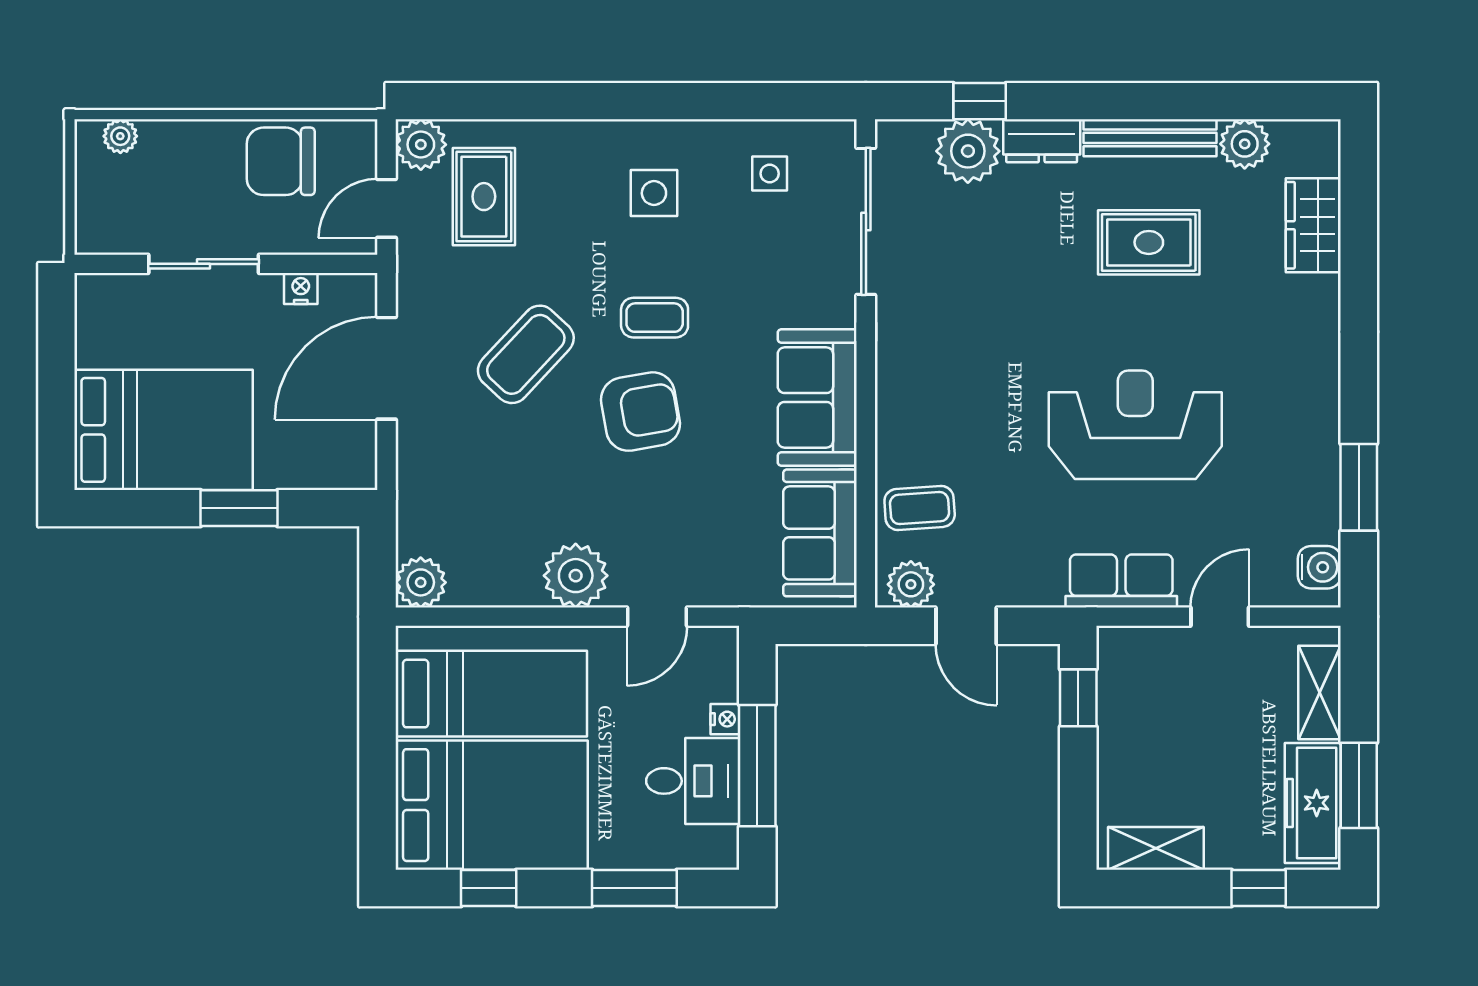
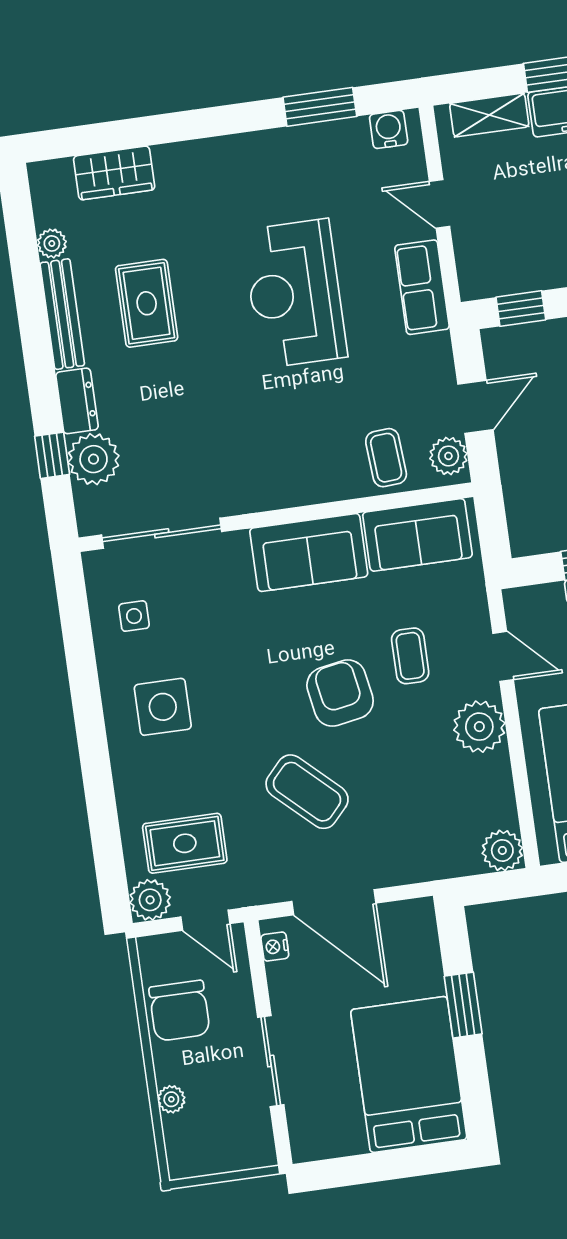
plant: (120, 136) -> (171, 1099), moved
plant: (1245, 144) -> (52, 243), width x0.73, depth x0.73
side table: (654, 193) -> (163, 707), width x1.37, depth x1.37
nightstand: (301, 289) -> (275, 947), moved
coffee table: (655, 318) -> (410, 656), moved

